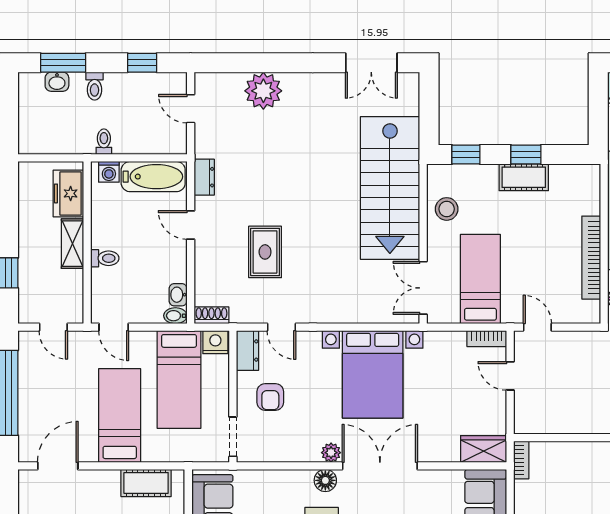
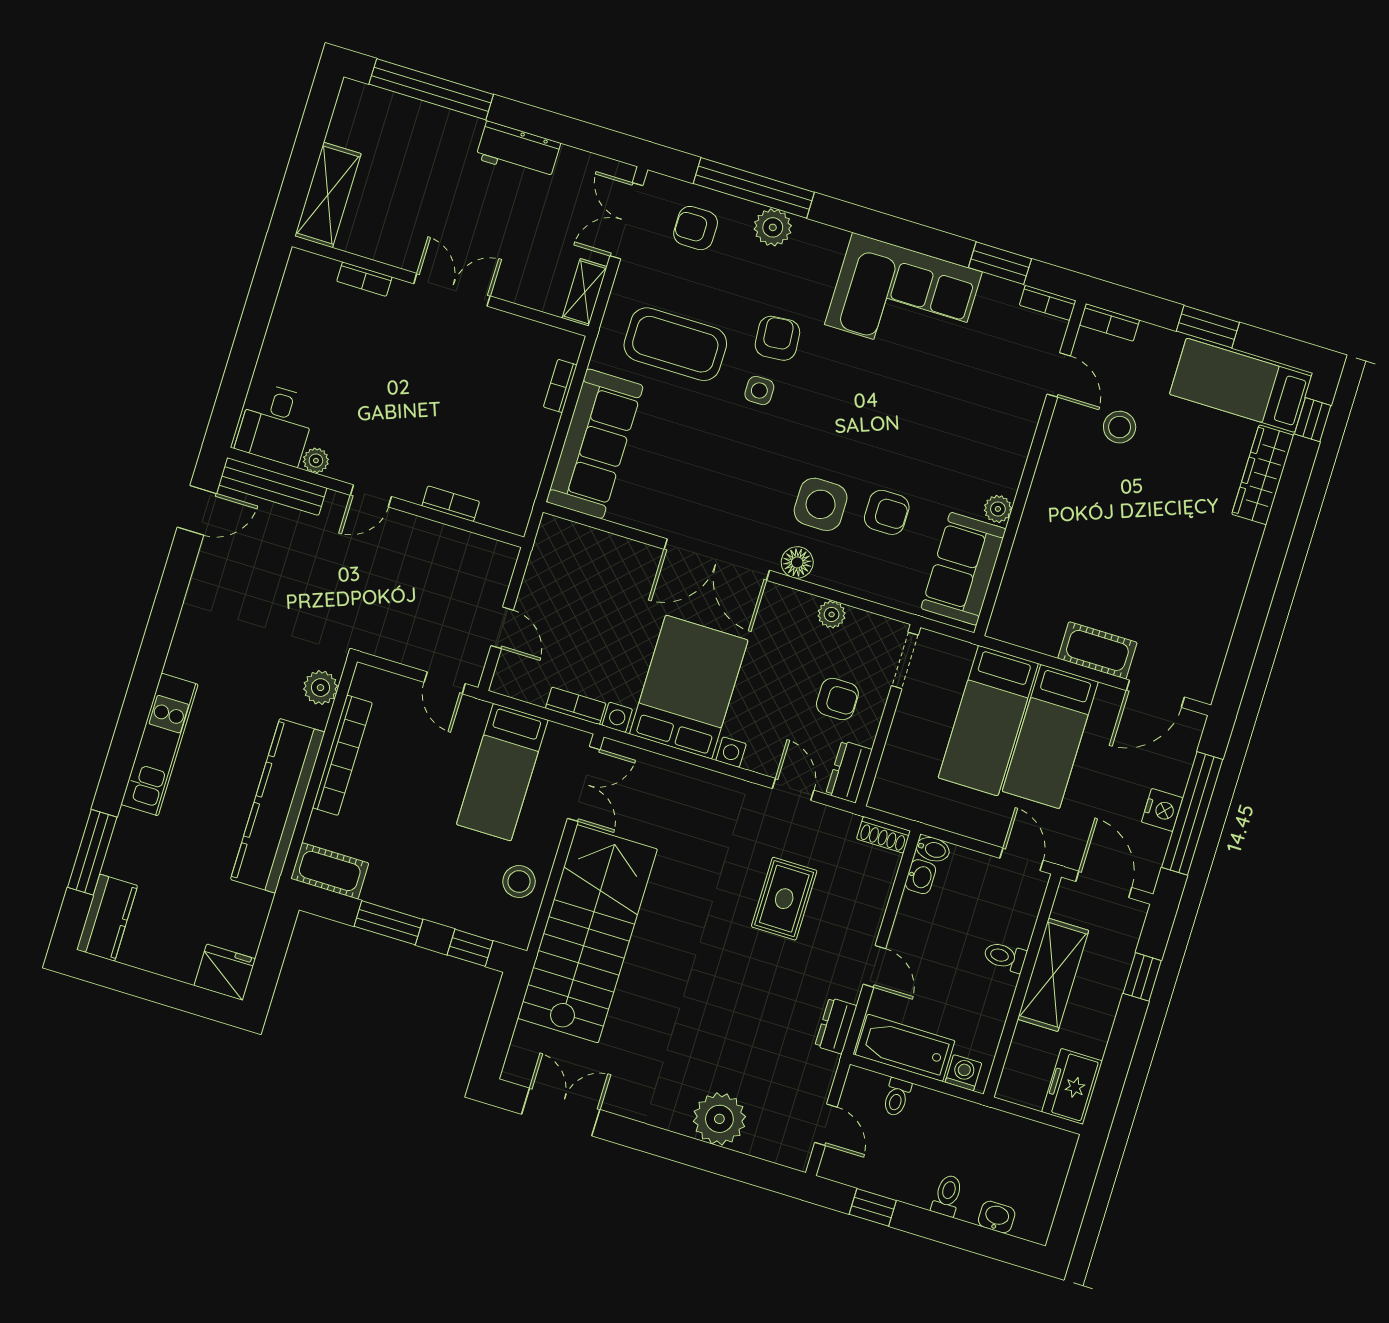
window: (63, 63) -> (980, 1240), removed
toilet: (104, 142) -> (897, 1097), moved
window: (526, 154) -> (388, 923), width x1.50
cot: (524, 177) -> (330, 871), moved
freezer: (68, 193) -> (1072, 1086), moved, turned 180
shelving: (73, 244) -> (1053, 975), width x1.50, depth x1.33
door: (53, 327) -> (1104, 884), width x1.38
bookcase: (487, 339) -> (576, 706), moved
nightstand: (215, 342) -> (1162, 810), moved, turned -90
bed: (179, 379) -> (988, 721), moved, turned 180
armchair: (270, 397) -> (837, 699), turned 90
wardrobe: (484, 449) -> (569, 539), removed
plant: (331, 453) -> (832, 614), moved
bookcase: (521, 460) -> (451, 504), moved, turned 90
cot: (146, 483) -> (1097, 650), moved

